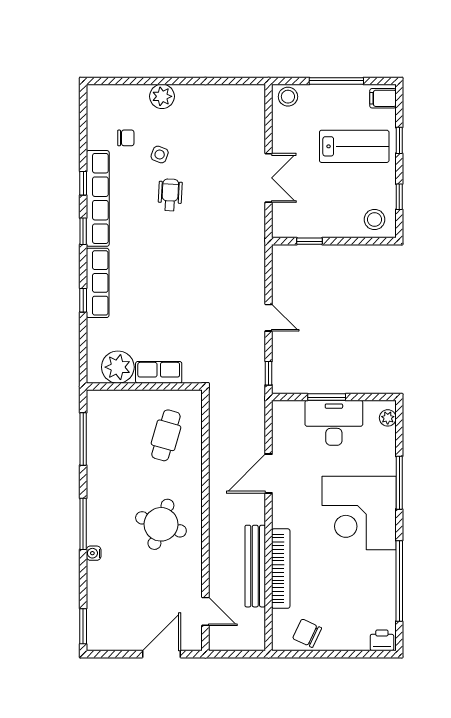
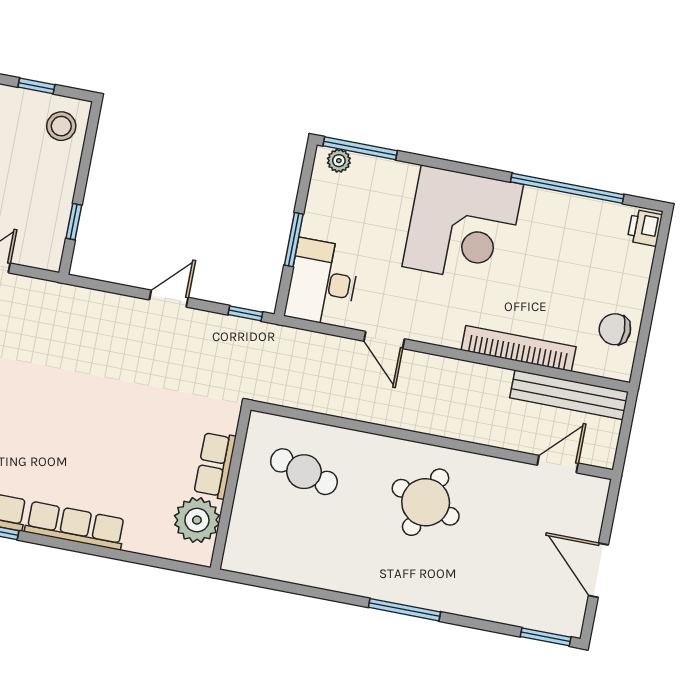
window: (83, 300) -> (95, 550), removed
desk: (334, 423) -> (322, 282), moved
window: (83, 439) -> (287, 587), removed
door: (269, 474) -> (384, 340), width x0.73
window: (399, 483) -> (360, 148), moved
water cooler: (94, 553) -> (448, 603), removed
bench: (255, 566) -> (569, 395), moved
chair: (307, 633) -> (615, 329), turned 65
door: (161, 654) -> (598, 570), moved

